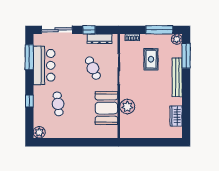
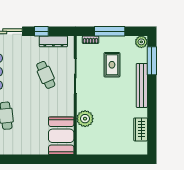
window: (159, 30) -> (110, 31), moved
booth: (106, 108) -> (61, 136), moved

